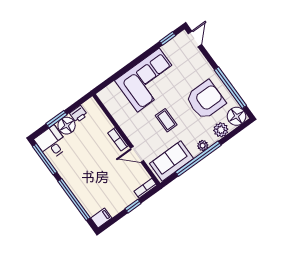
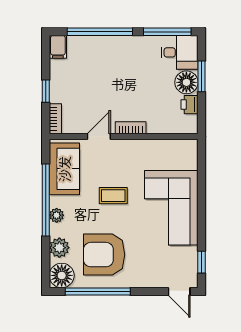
armchair: (206, 100) -> (104, 255), turned 90

